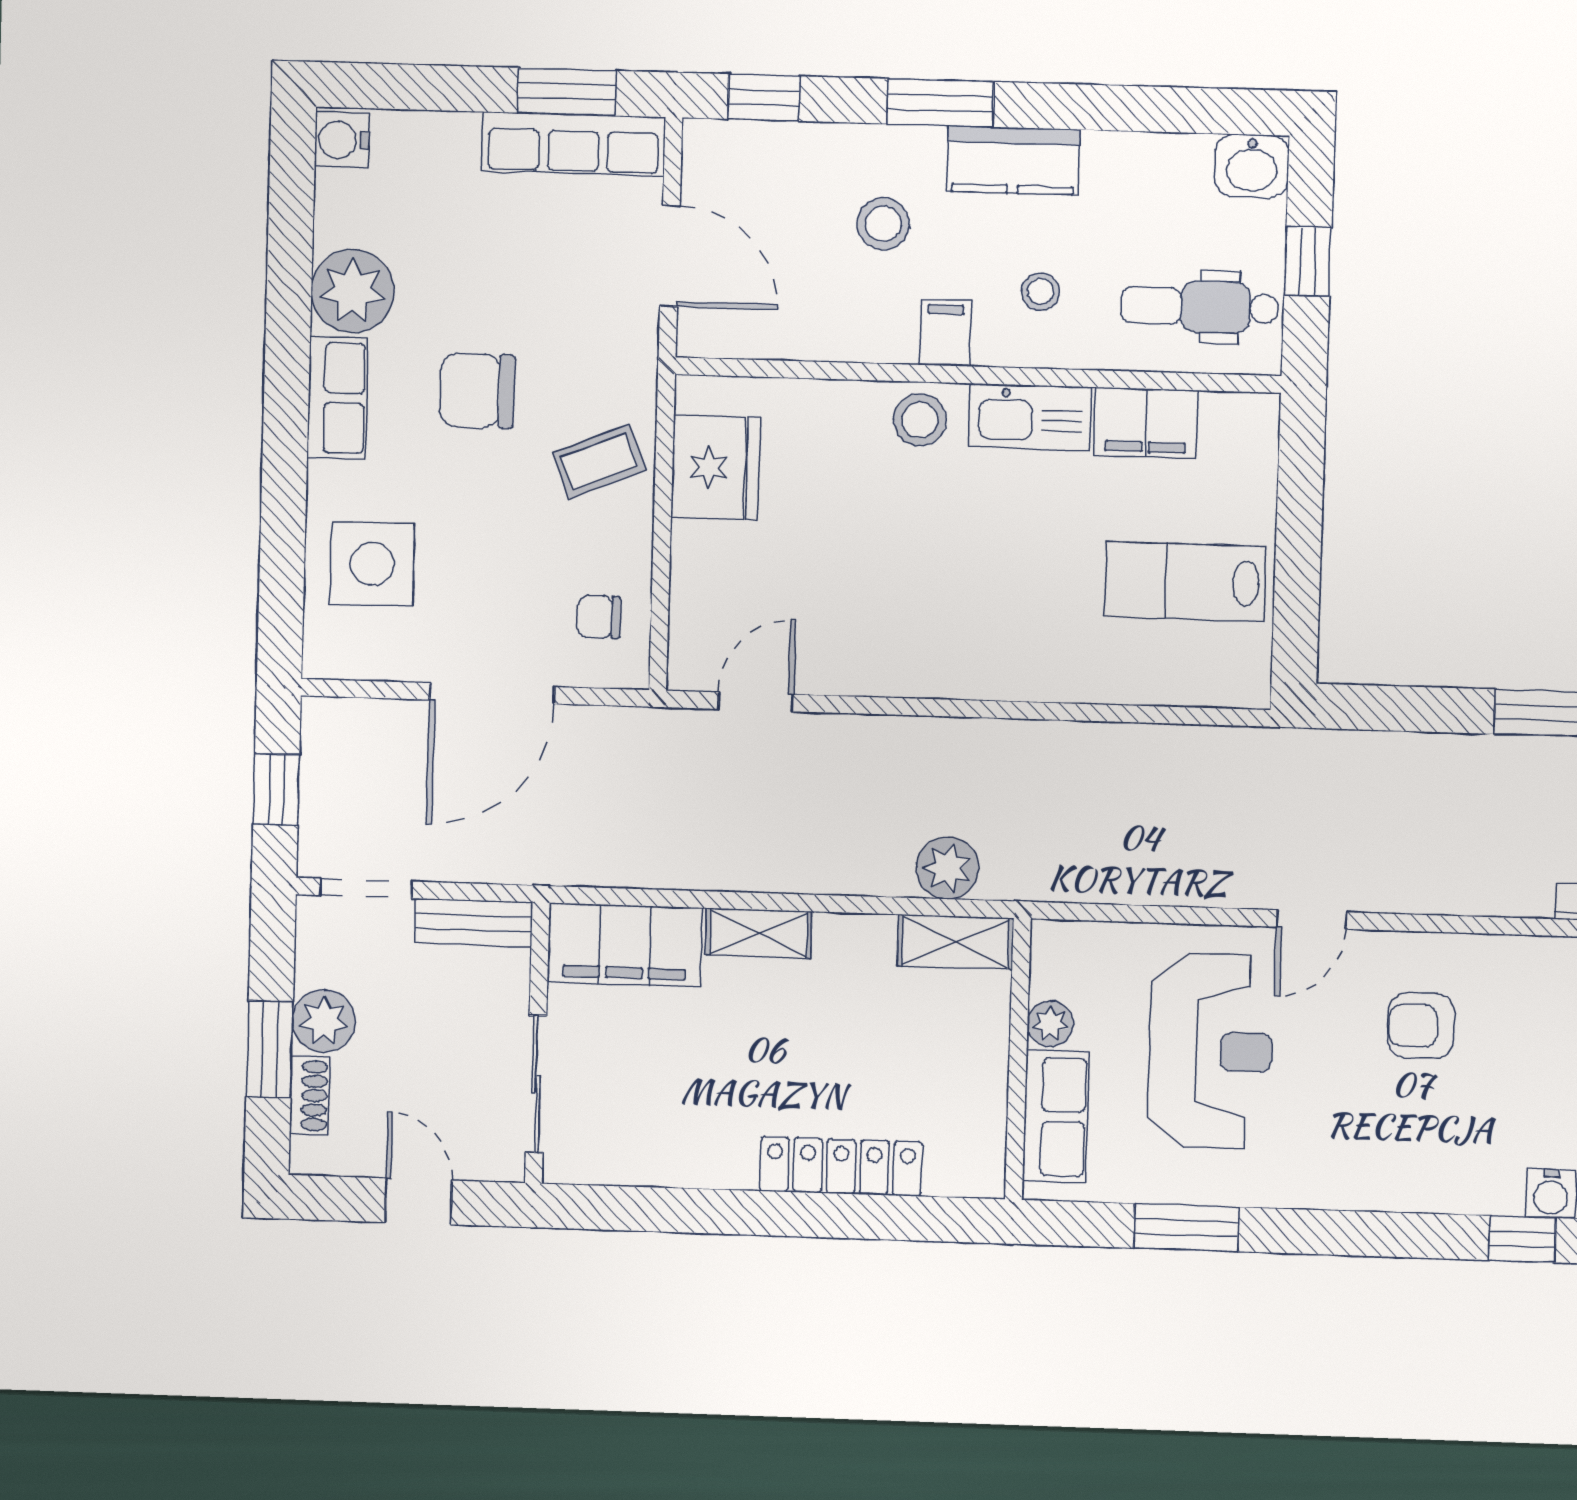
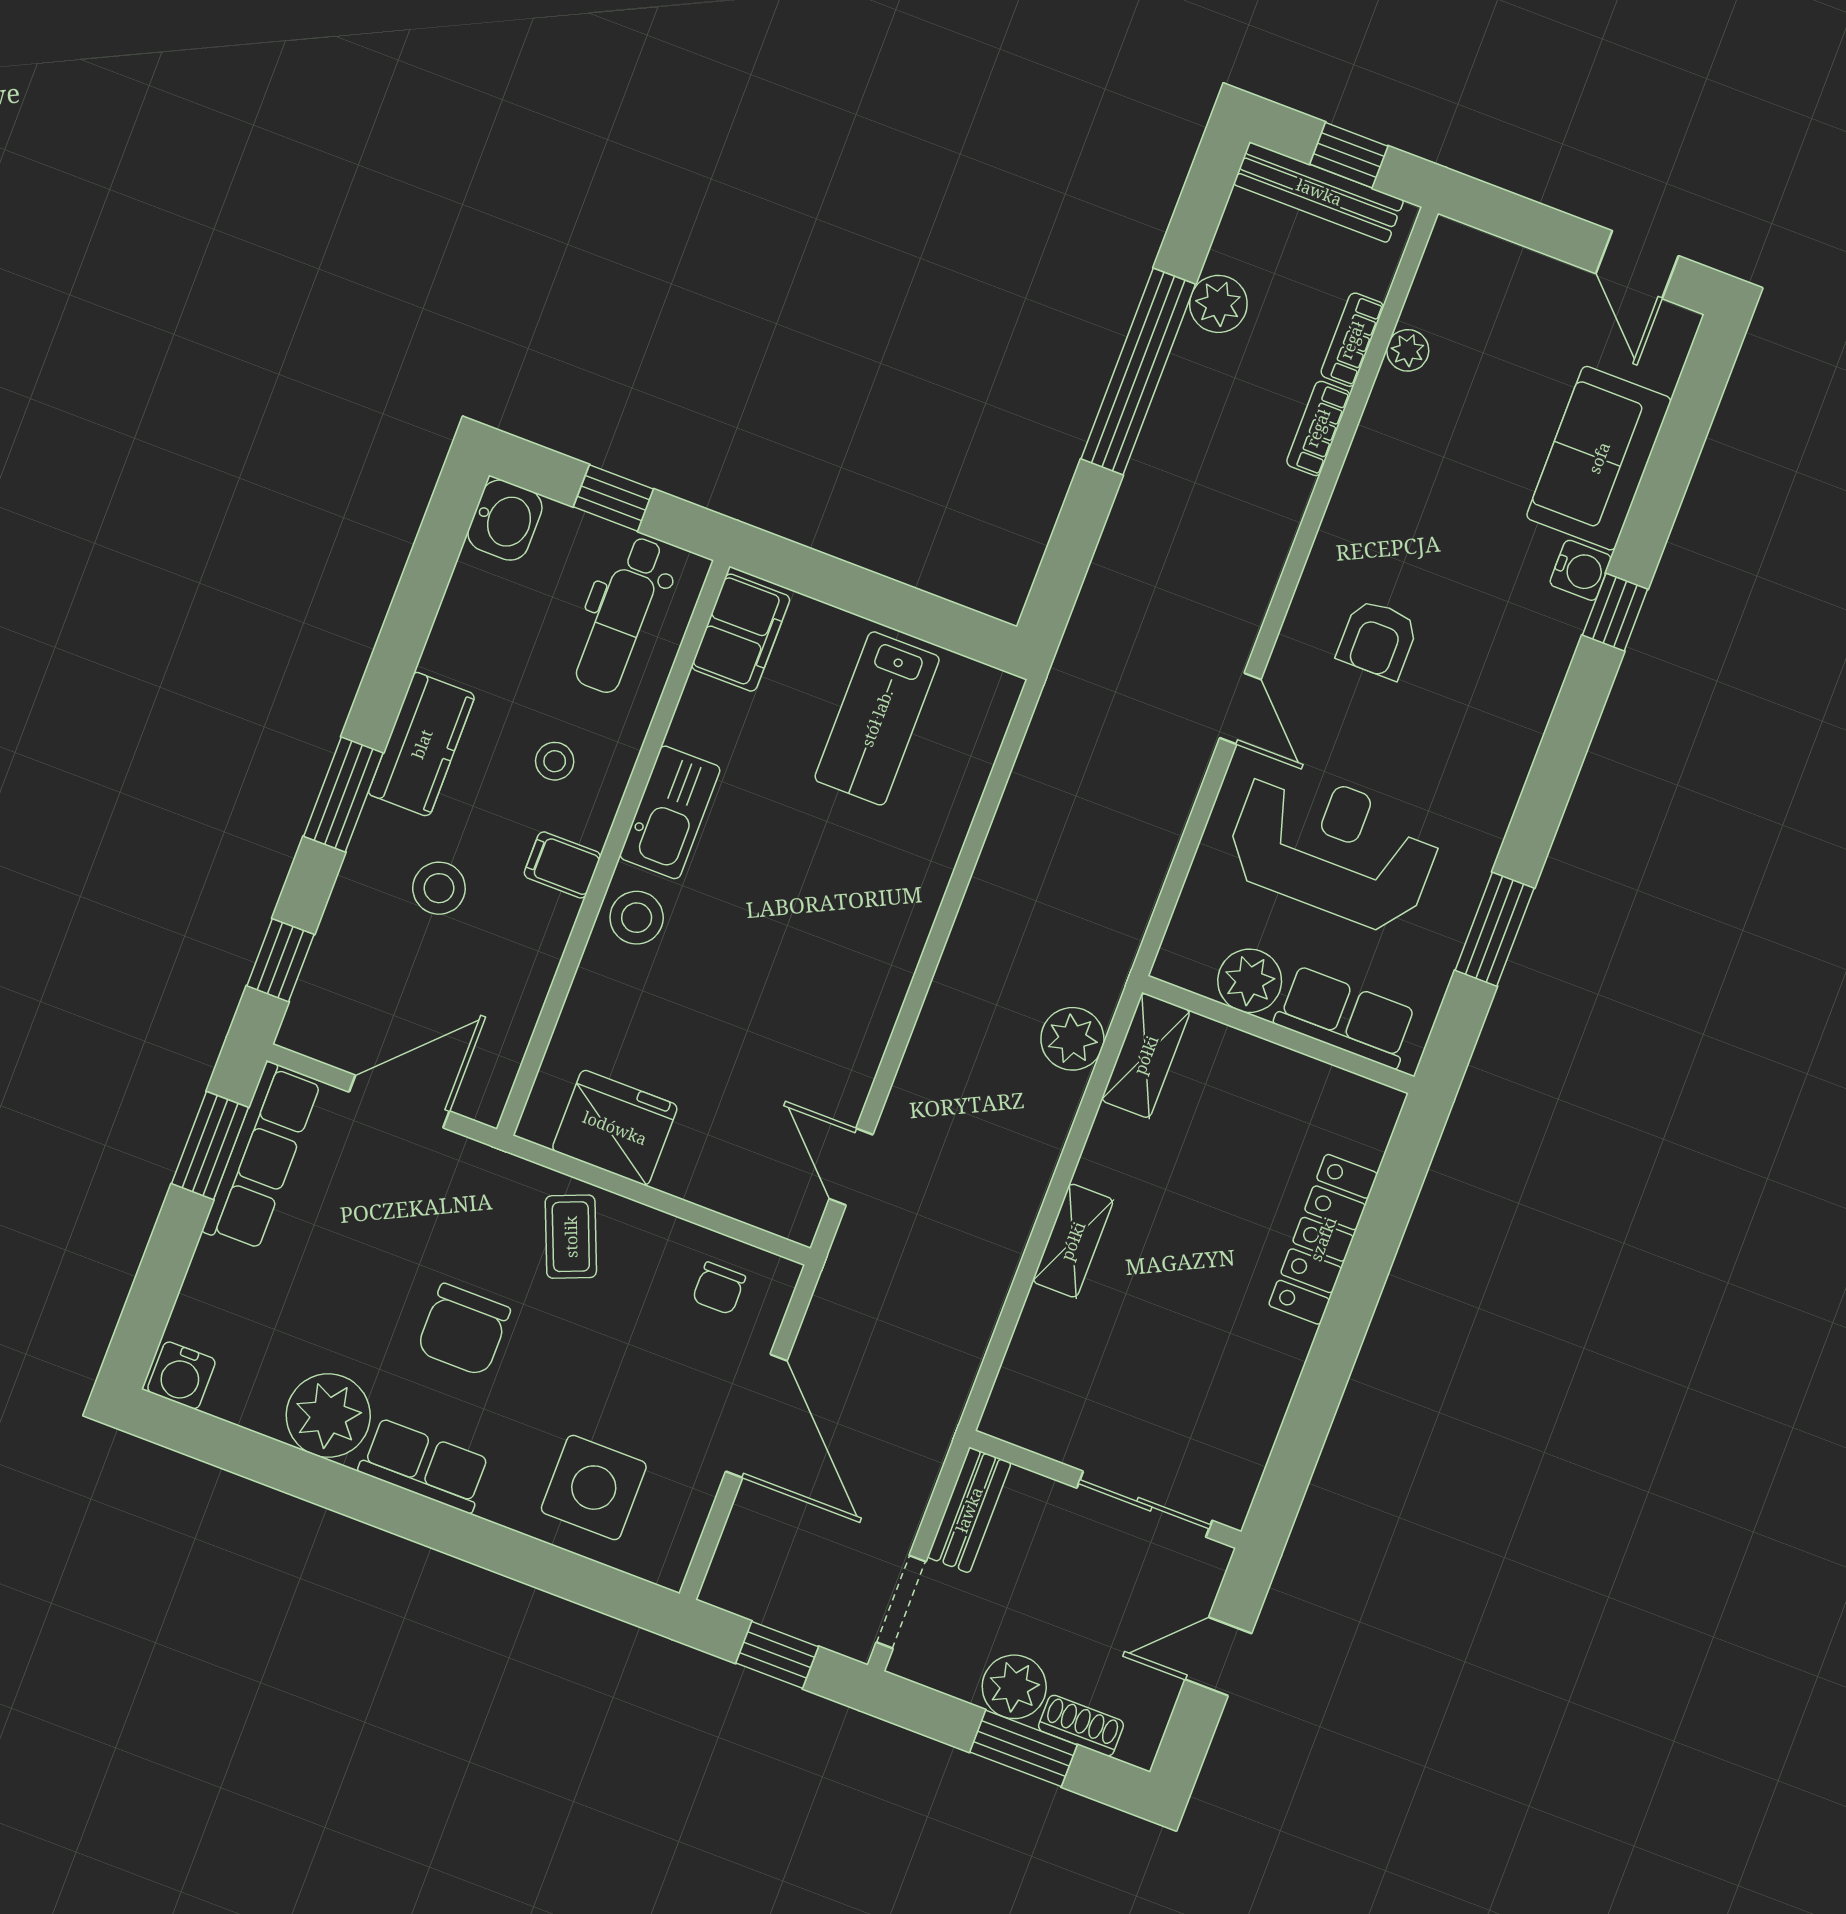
filing cabinet: (1146, 423) -> (741, 633), moved
filing cabinet: (625, 945) -> (1040, 1373), removed
plant: (1050, 1024) -> (1250, 981), width x1.38, depth x1.38

